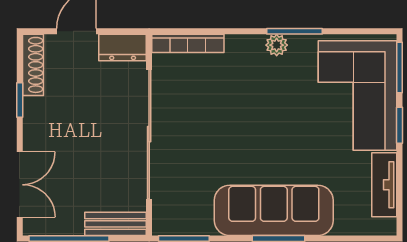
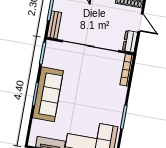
plant: (277, 45) -> (119, 108), removed

